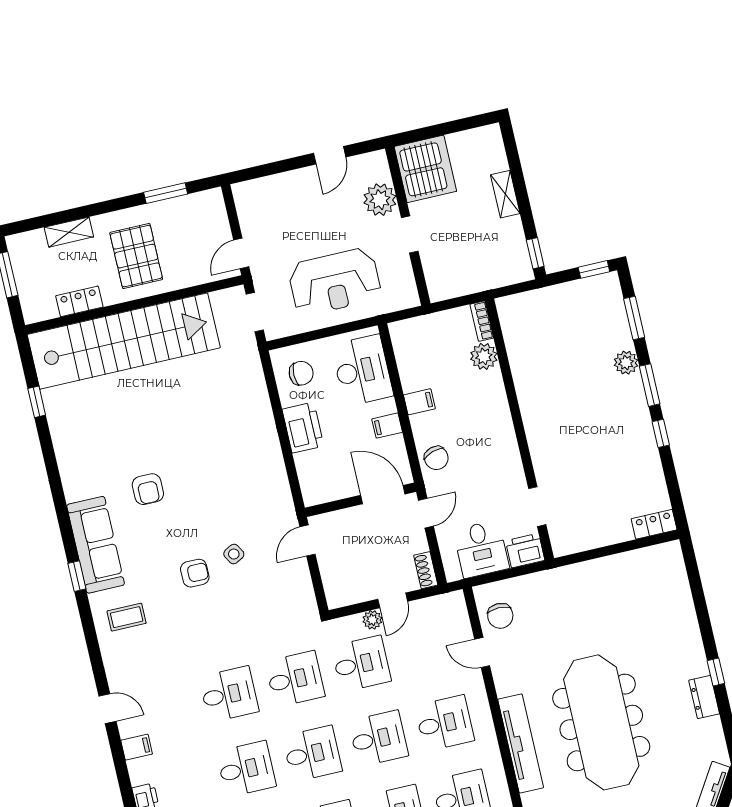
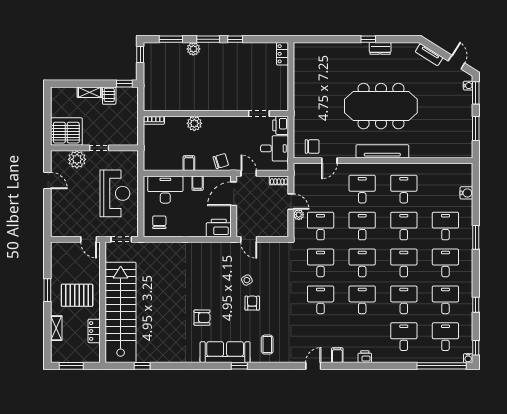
window: (166, 193) -> (47, 290), moved
server rack: (507, 231) -> (109, 96), added
plant: (484, 356) -> (194, 123), moved
printer: (303, 428) -> (219, 228), moved

